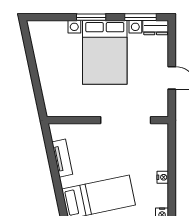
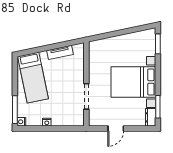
window: (91, 17) -> (158, 44), moved
doorway: (126, 120) -> (86, 96), width x0.73

